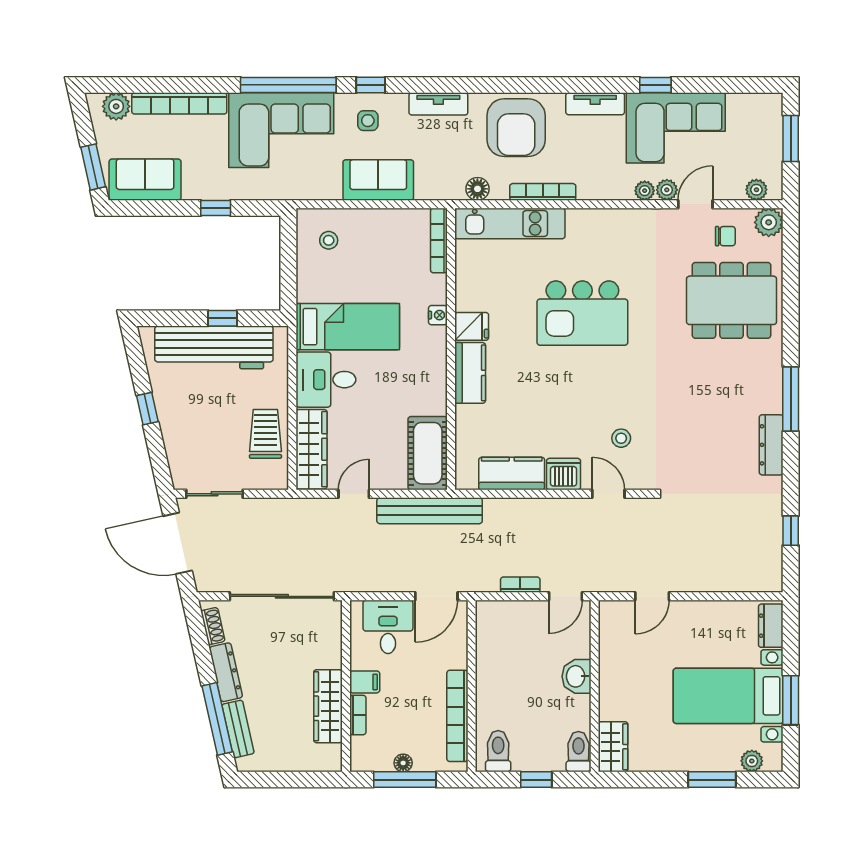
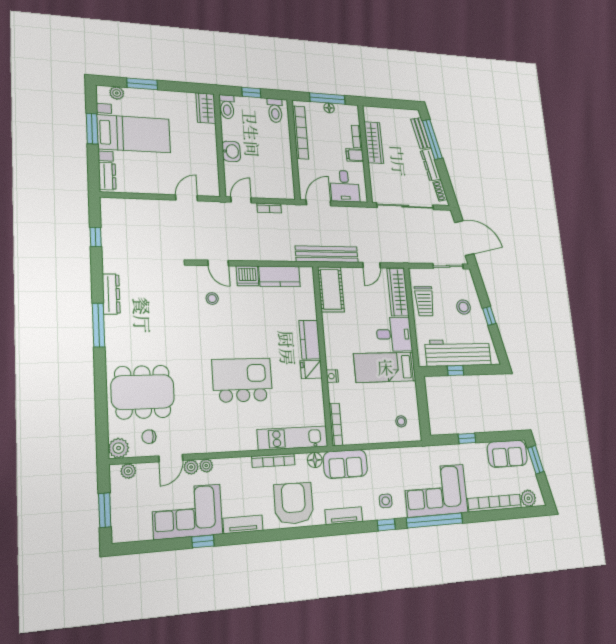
sofa: (378, 180) -> (345, 464), moved
stool: (194, 424) -> (464, 307), added

